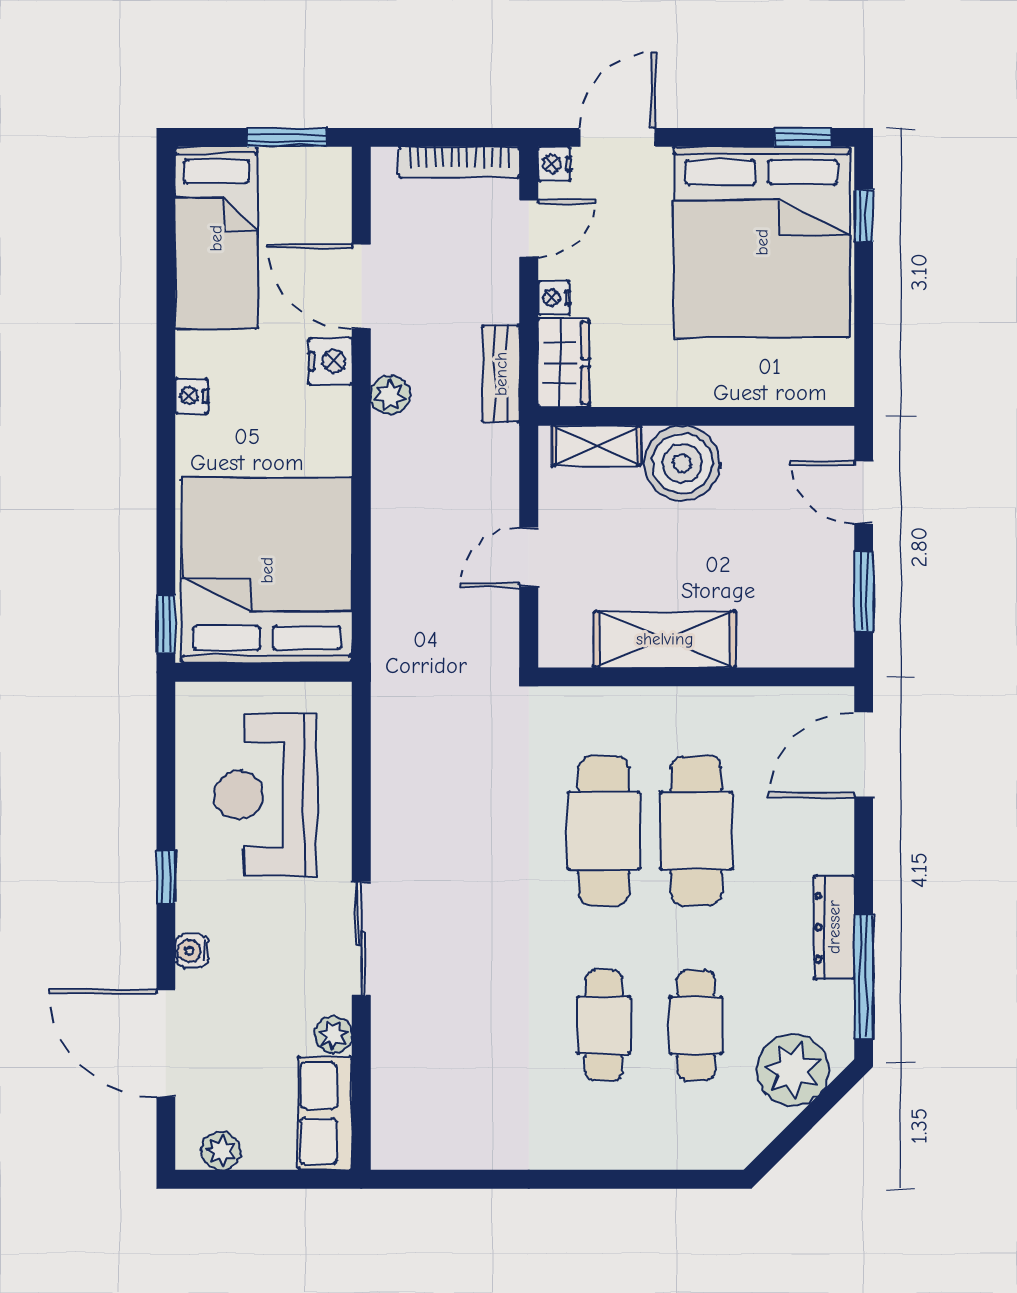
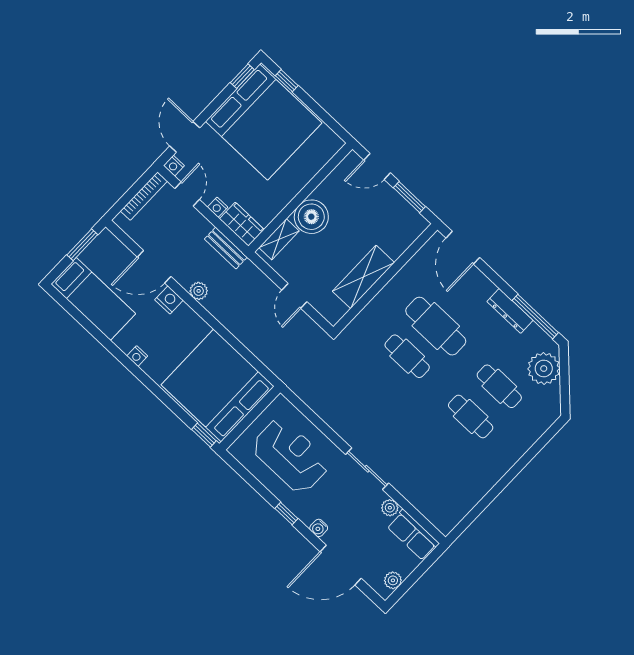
reception desk: (265, 795) -> (290, 456), turned 180
cafe table: (604, 831) -> (407, 356), width x0.73, depth x0.74

